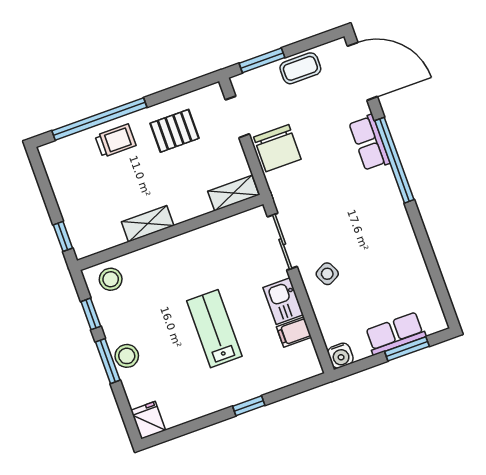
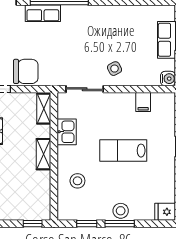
shelving: (148, 224) -> (44, 154), moved
stool: (111, 279) -> (77, 181), moved
kitchen sink: (283, 301) -> (67, 132), moved, turned -90

